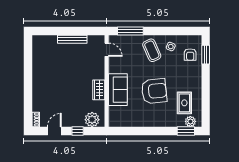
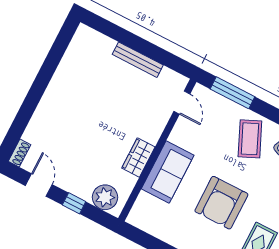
armchair: (154, 91) -> (221, 203), turned 96
door: (54, 131) -> (39, 185), hinge flipped

